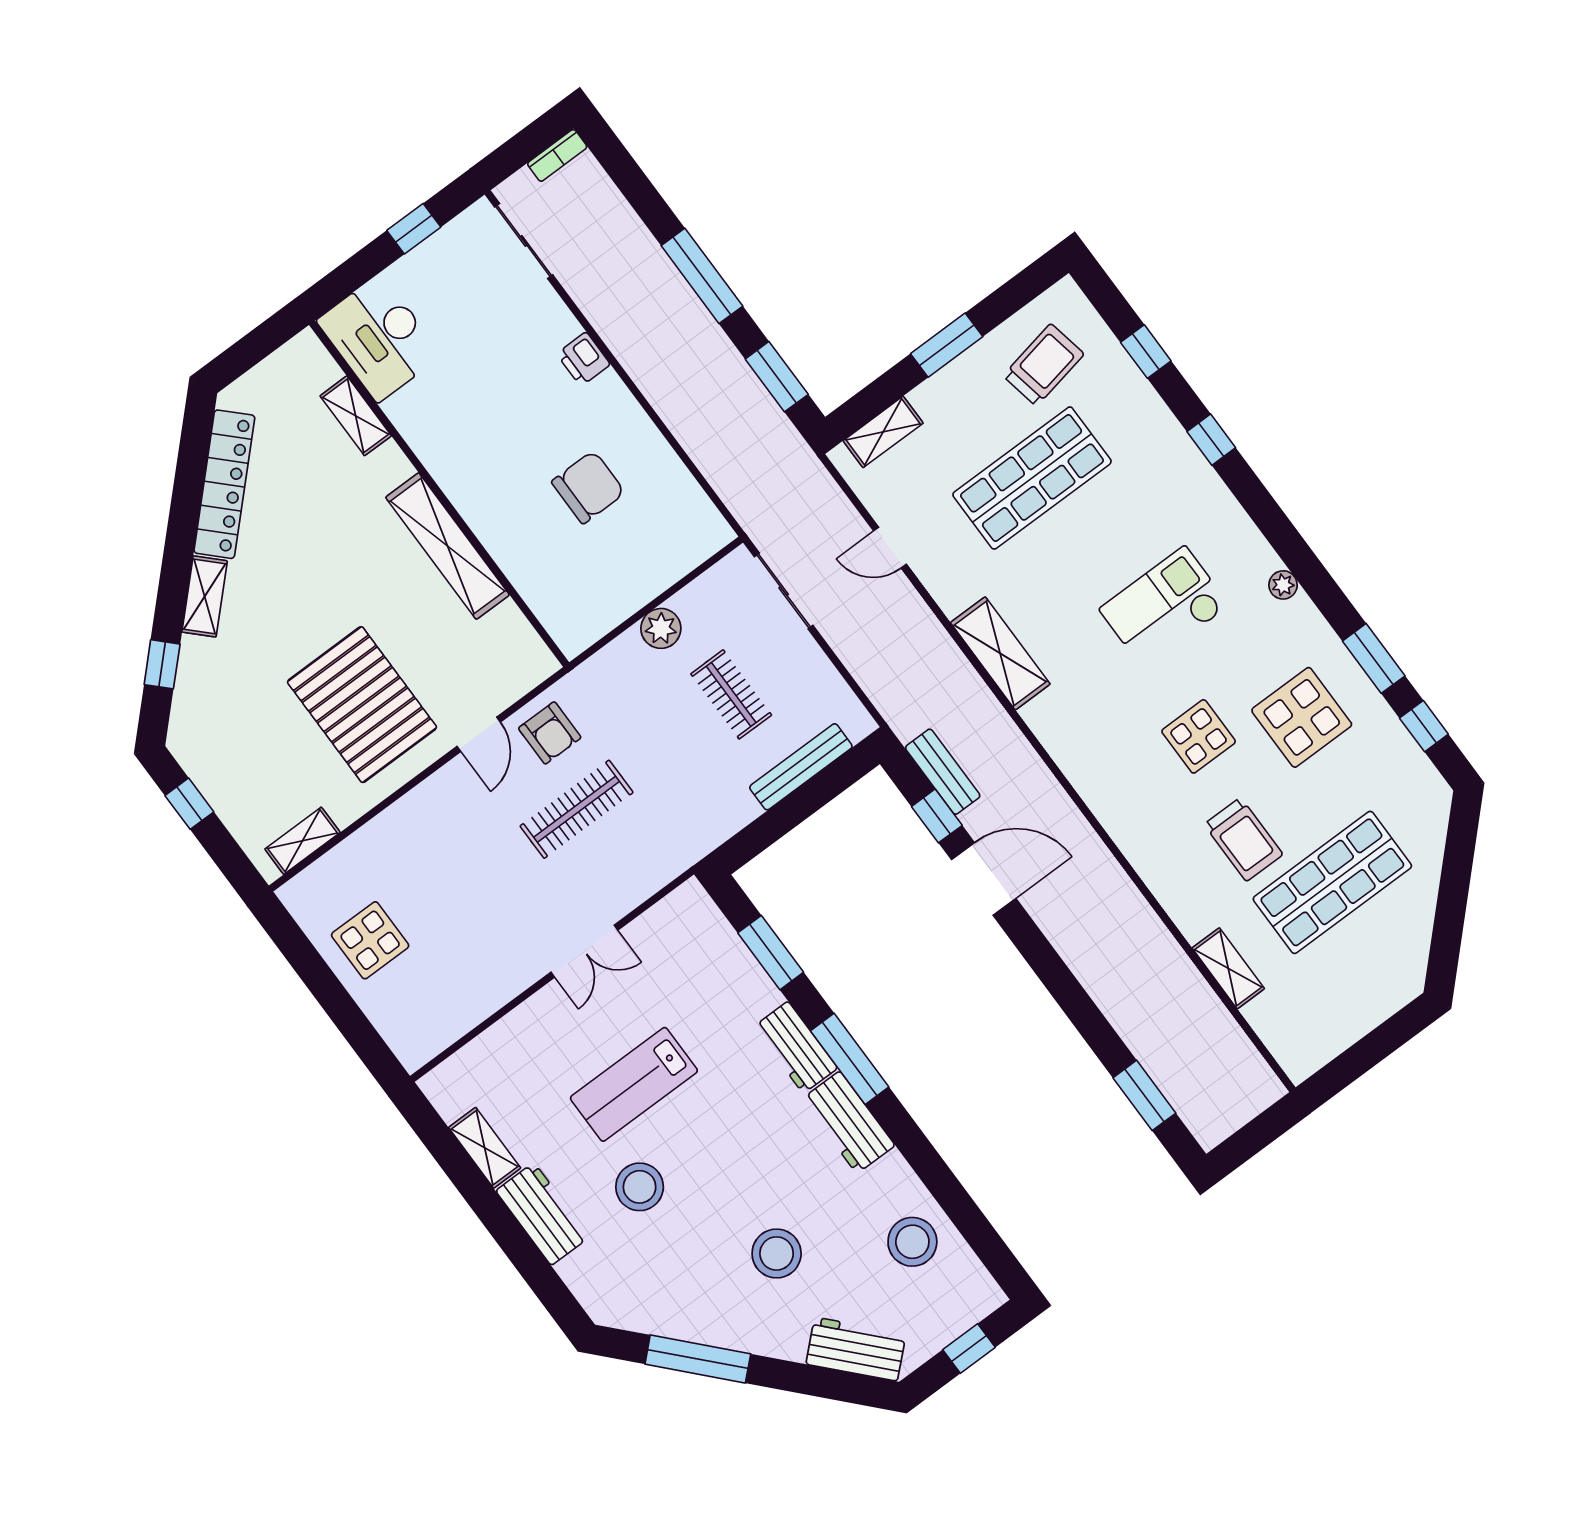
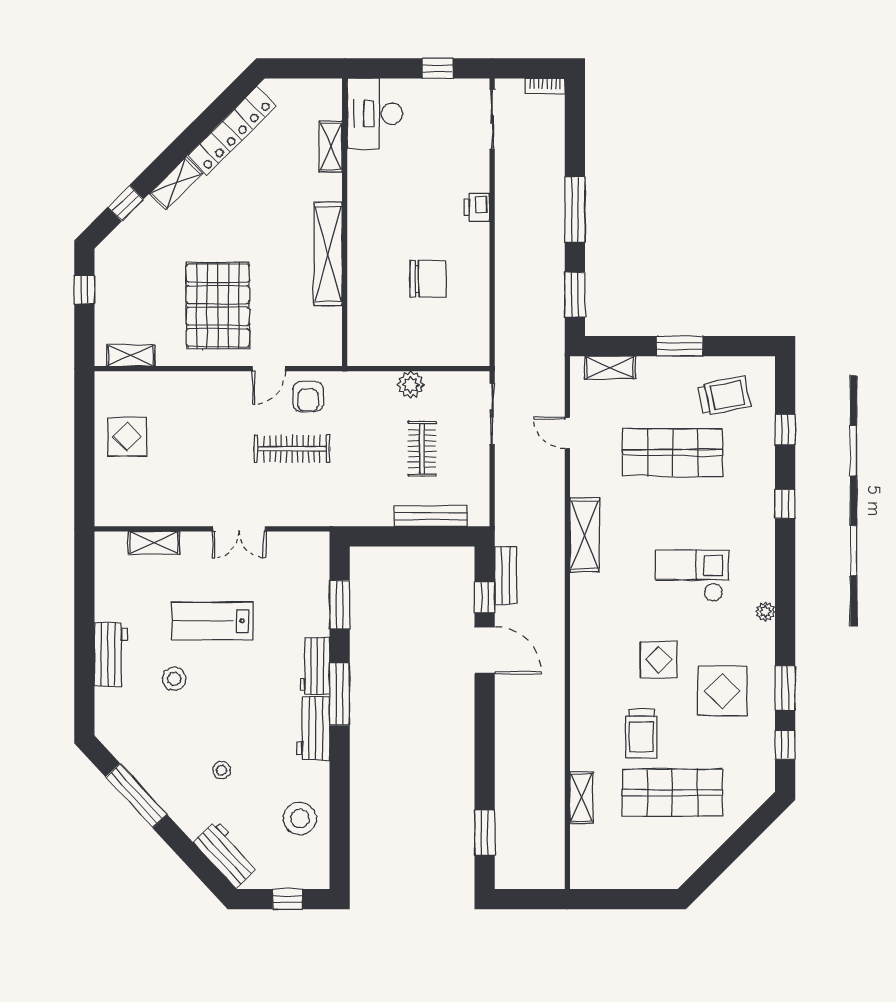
shelving: (485, 1148) -> (154, 543), moved, turned 90
stool: (640, 1187) -> (174, 679), width x0.73, depth x0.73
stool: (777, 1253) -> (222, 770), width x0.53, depth x0.53

